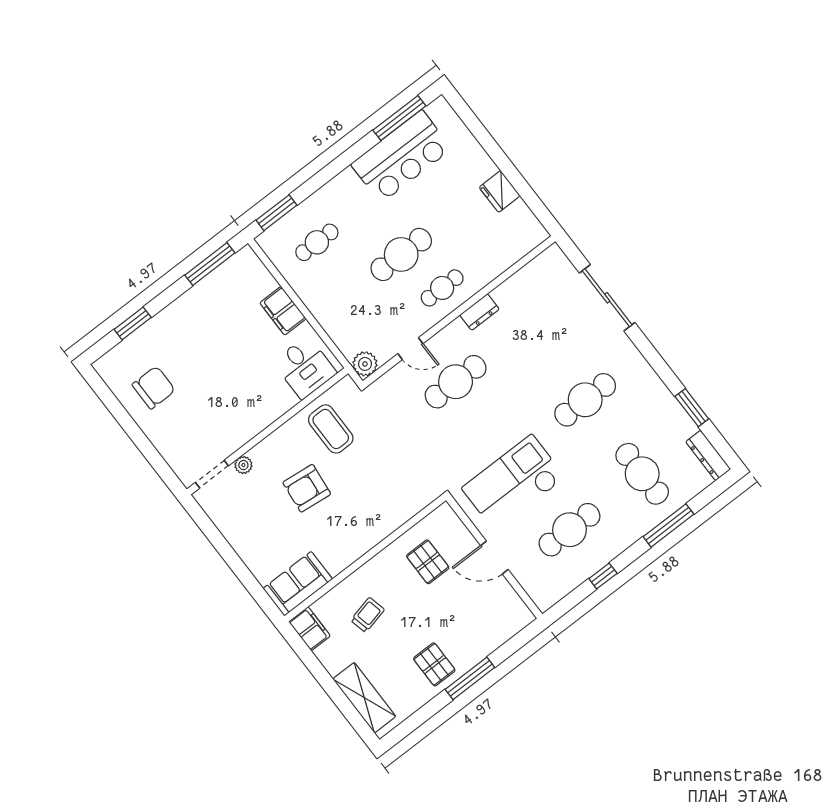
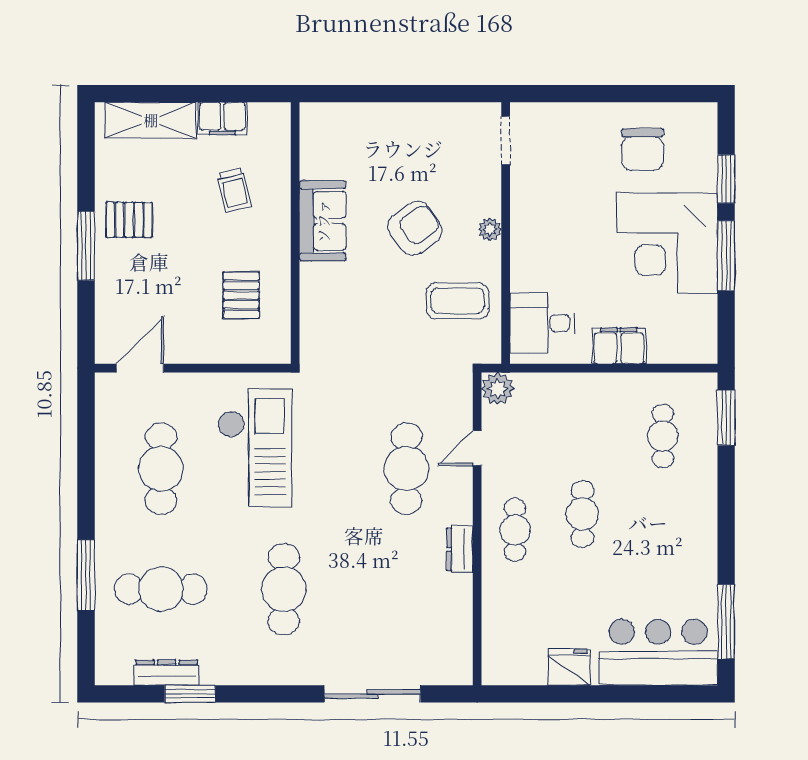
bar counter: (401, 156) -> (658, 652), moved, turned 90
cafe table: (401, 254) -> (583, 514), width x0.73, depth x0.74
window: (210, 264) -> (726, 256), moved
corner desk: (199, 329) -> (667, 243), added
dresser: (708, 455) -> (167, 673), moved
plant: (243, 465) -> (490, 229), moved
armchair: (307, 488) -> (415, 228), turned 48
door: (494, 557) -> (140, 368), moved
pallet: (428, 562) -> (241, 295), turned 90
window: (603, 576) -> (86, 466), removed
sofa: (298, 584) -> (323, 221), moved
filing cabinet: (309, 629) -> (222, 118), moved

